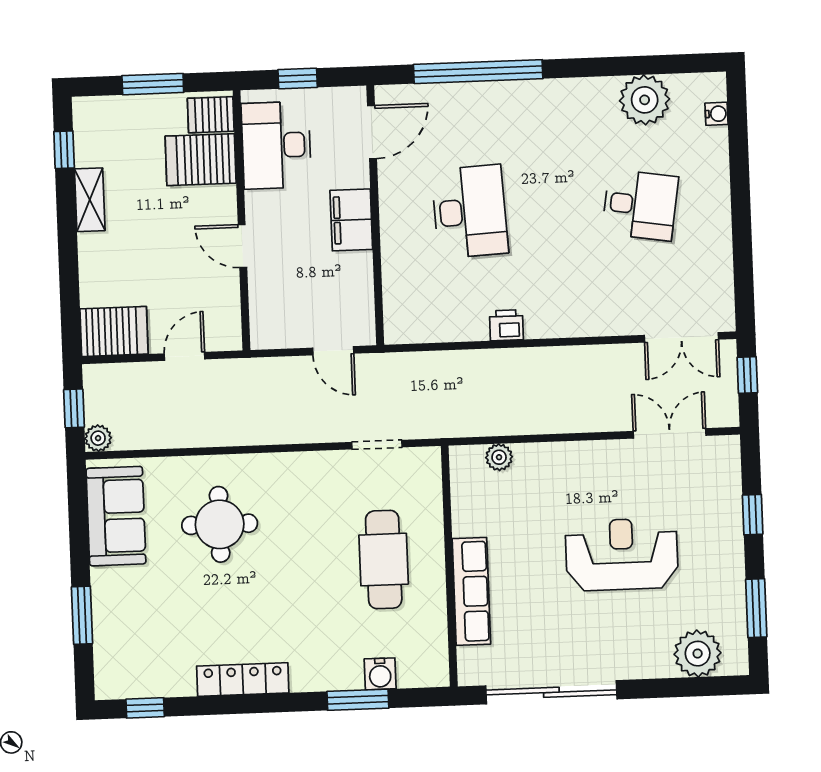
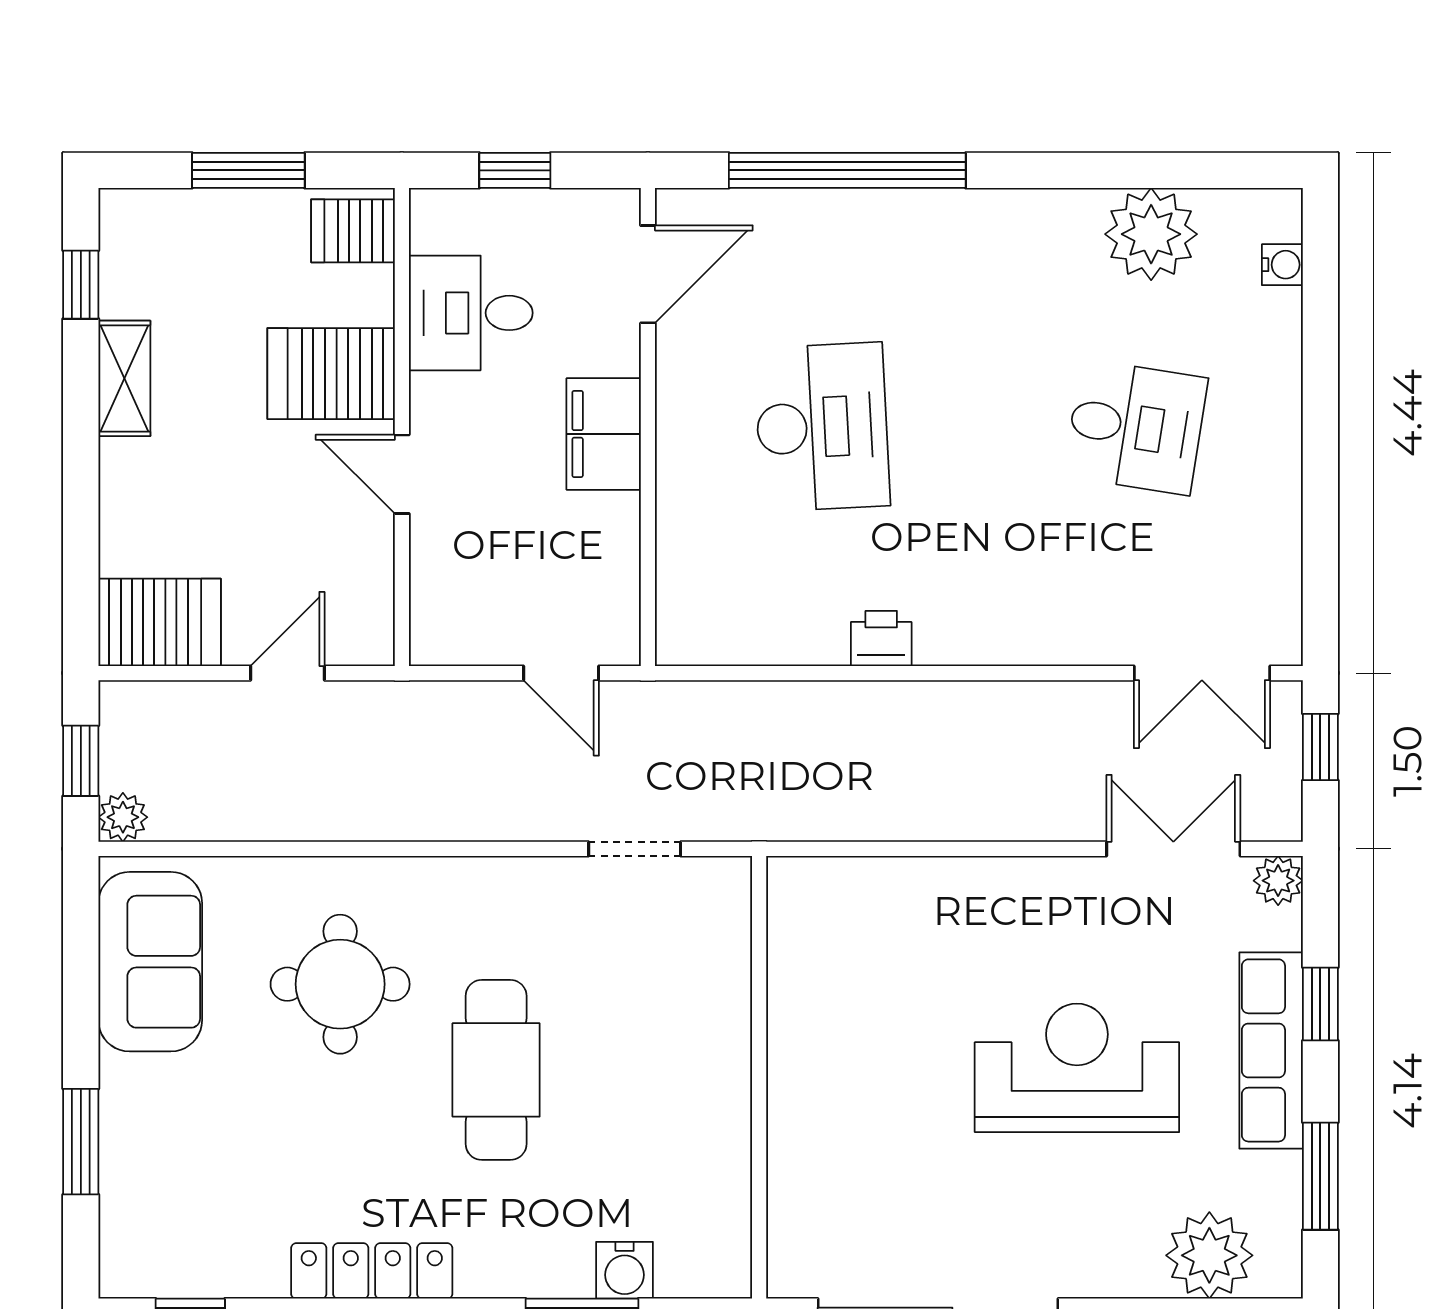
desk: (276, 145) -> (471, 313), width x0.73
server rack: (201, 160) -> (331, 374), moved
plant: (499, 457) -> (1278, 881), moved
cafe table: (384, 560) -> (496, 1070), moved
row of seats: (471, 591) -> (1271, 1050), moved, turned 180

